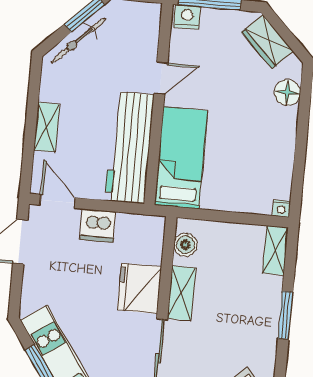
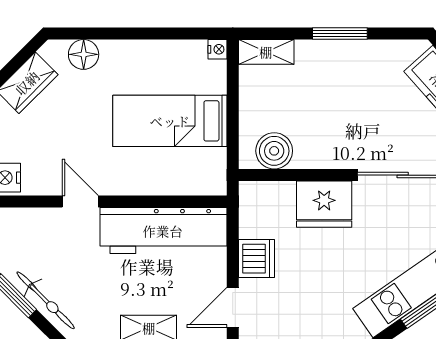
bed: (181, 158) -> (170, 121), moved
boiler: (185, 245) -> (274, 151), width x1.36, depth x1.36
shelving: (181, 293) -> (325, 155), removed

